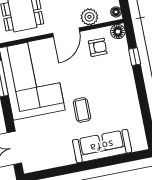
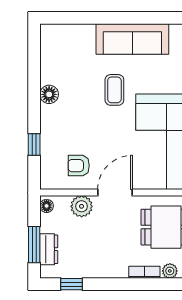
floor lamp: (118, 32) -> (49, 94), moved
sofa: (102, 146) -> (132, 39), moved

